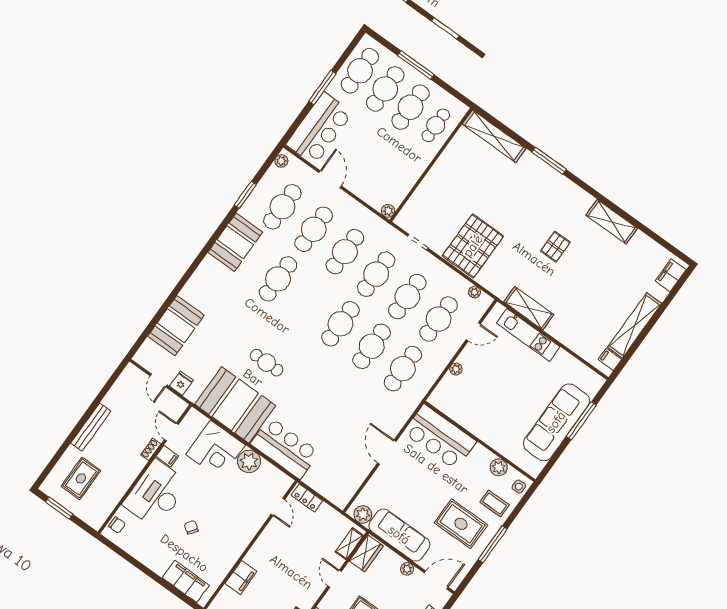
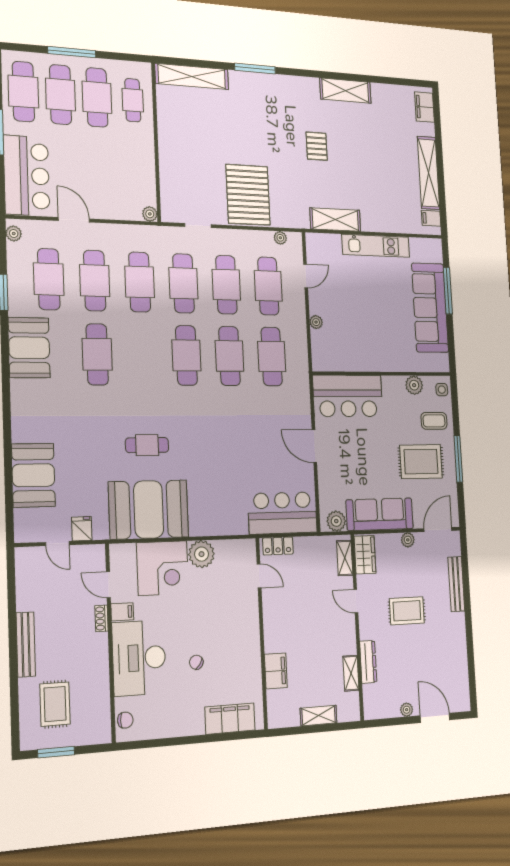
kitchen unit: (528, 335) -> (376, 246), moved
bar counter: (285, 448) -> (283, 513), moved

